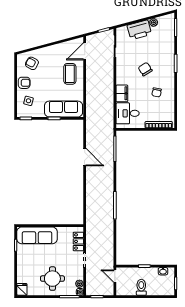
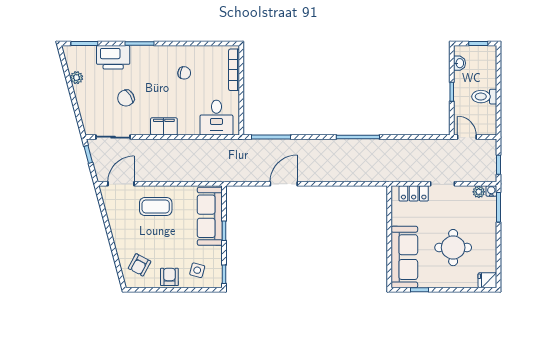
printer: (139, 30) -> (113, 57), moved, turned 105
door: (85, 51) -> (121, 184), swing flipped
chair: (145, 69) -> (126, 98), moved
filing cabinet: (122, 93) -> (164, 126), moved
door: (115, 276) -> (467, 137), swing flipped
round table: (52, 279) -> (453, 248), moved

